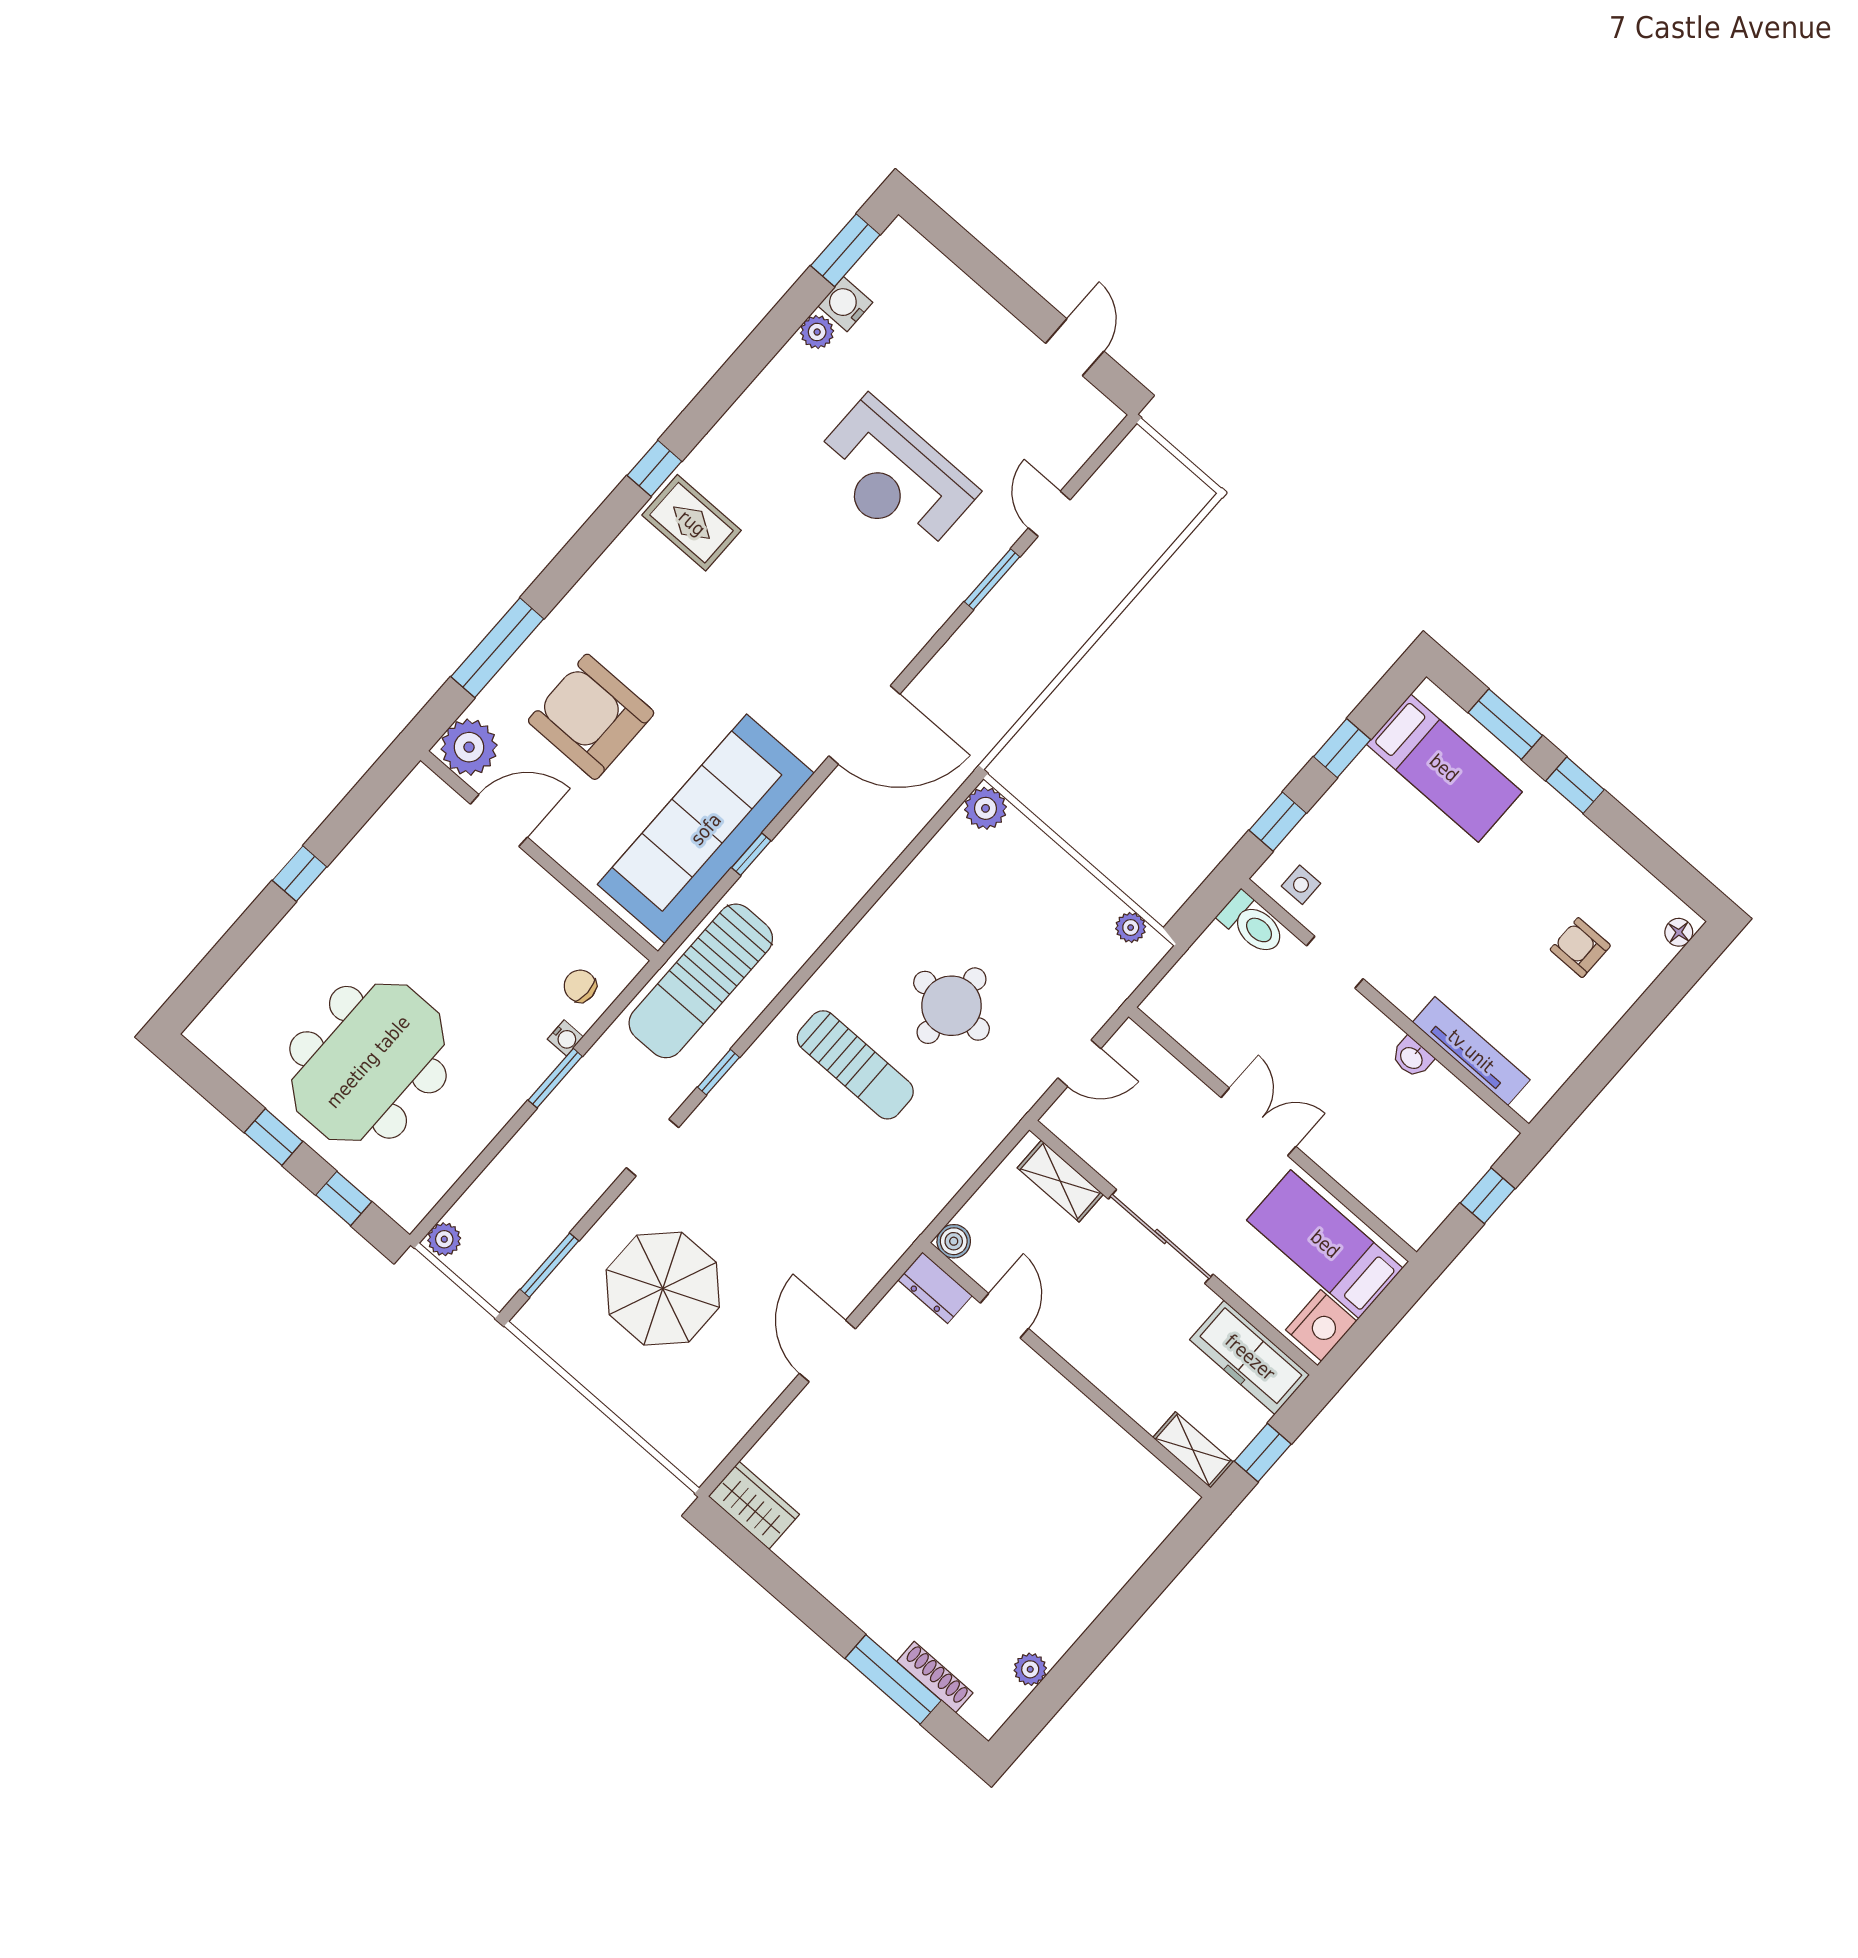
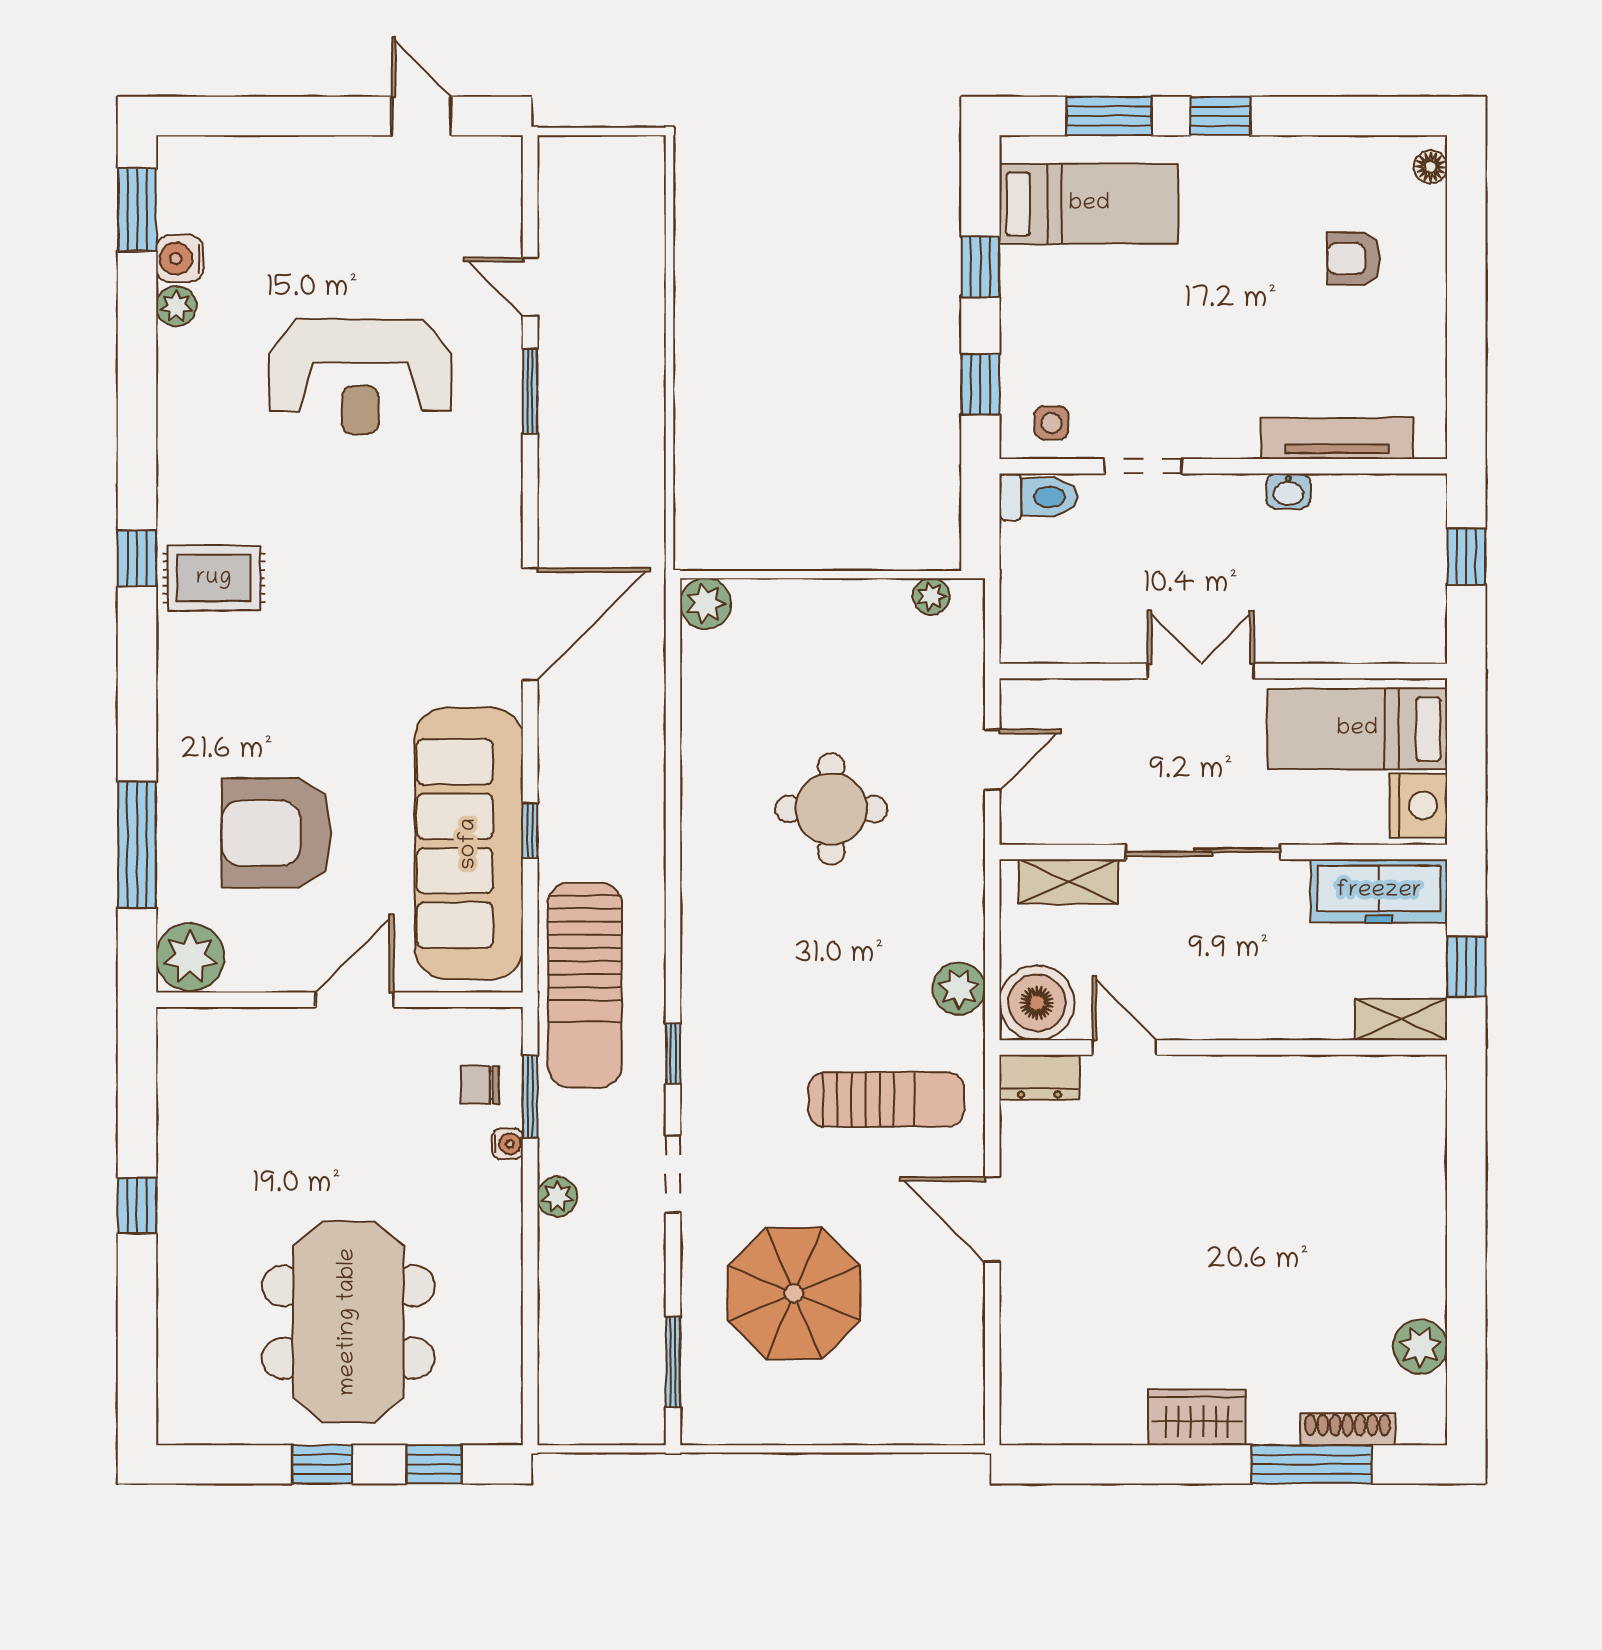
door: (499, 821) -> (355, 1000), moved
sun lounger: (855, 1065) -> (886, 1100), moved
window: (555, 1078) -> (530, 1096), moved
plant: (933, 1188) -> (959, 988), added
plant: (444, 1239) -> (557, 1197), moved
boiler: (954, 1241) -> (1037, 1003), width x1.86, depth x1.86
wardrobe: (754, 1505) -> (1197, 1417), moved
plant: (1030, 1669) -> (1420, 1347), width x1.38, depth x1.38

